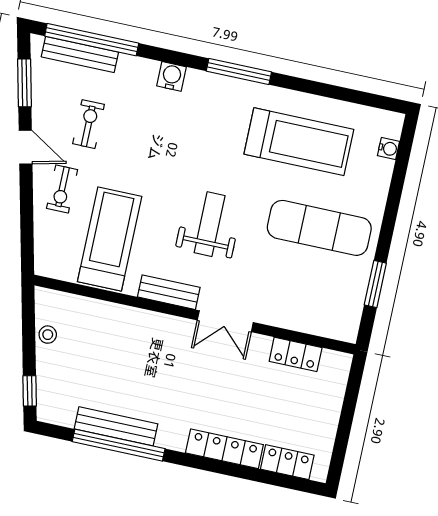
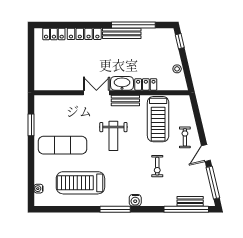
bench: (80, 54) -> (190, 201), width x0.73
water cooler: (172, 76) -> (135, 200), moved
window: (24, 83) -> (213, 183), width x1.44
exercise bike: (89, 124) -> (157, 166), moved
door: (26, 147) -> (206, 153), hinge flipped
washbasin: (168, 329) -> (122, 83), added
locker: (296, 354) -> (146, 84), moved
bench: (116, 426) -> (122, 33), moved

